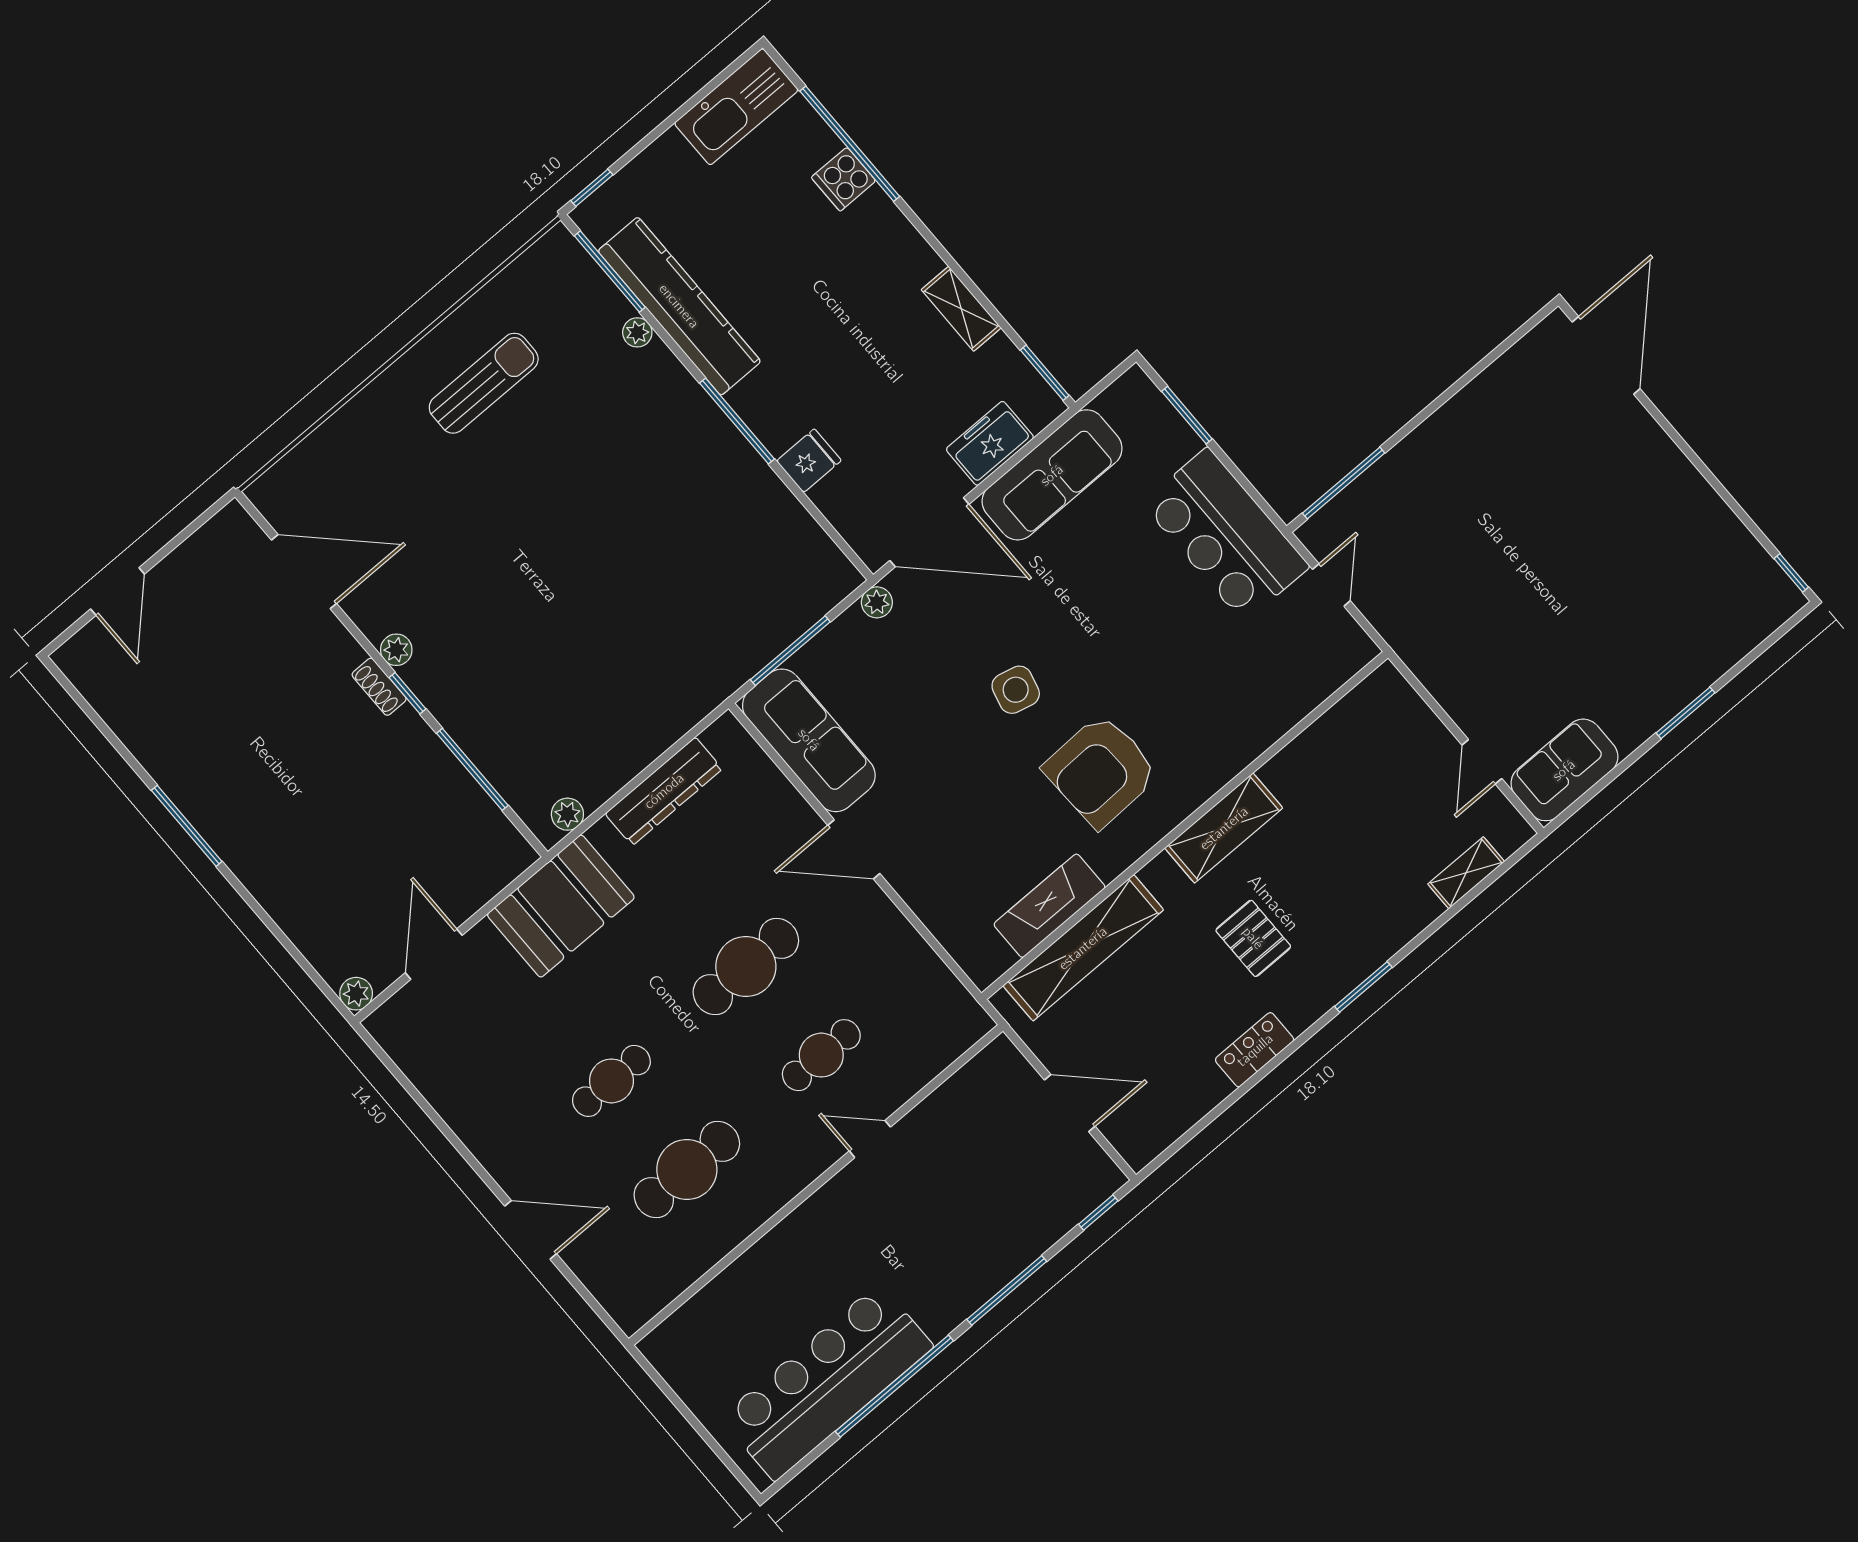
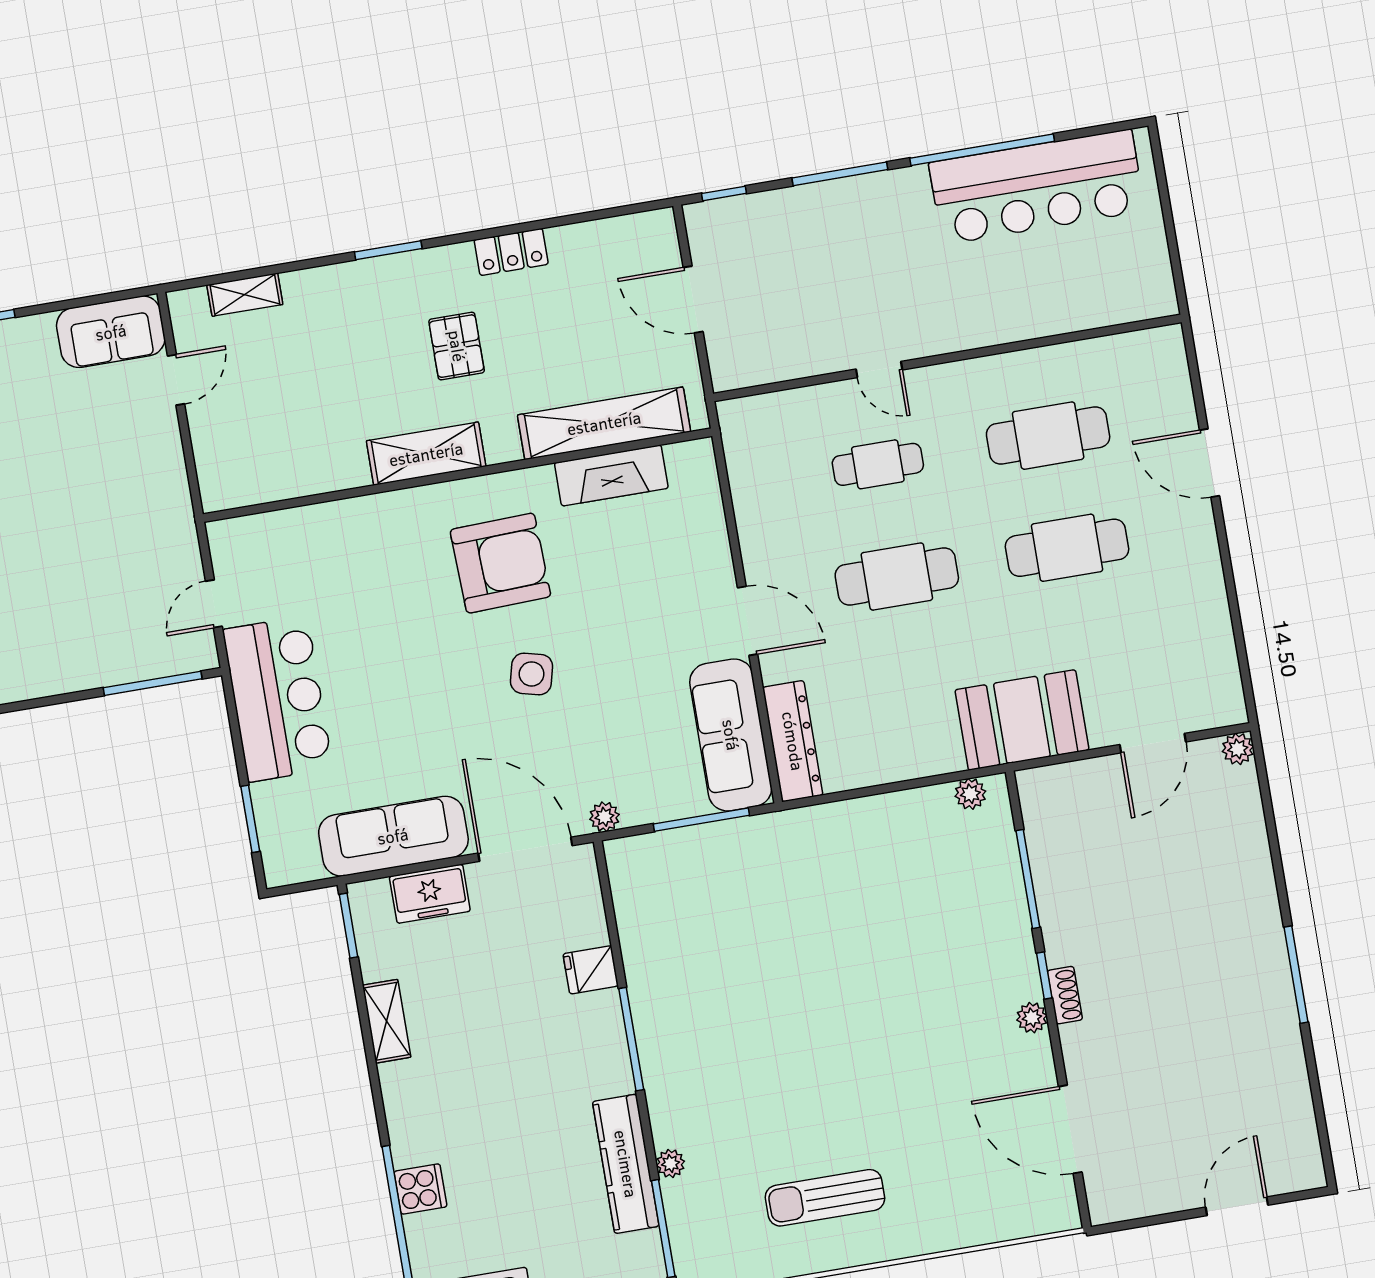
kitchen counter: (679, 306) -> (626, 1164), width x0.72, depth x0.86
dresser: (664, 791) -> (793, 741), moved, turned 90
cafe table: (611, 1081) -> (1067, 548), width x1.37, depth x1.35

